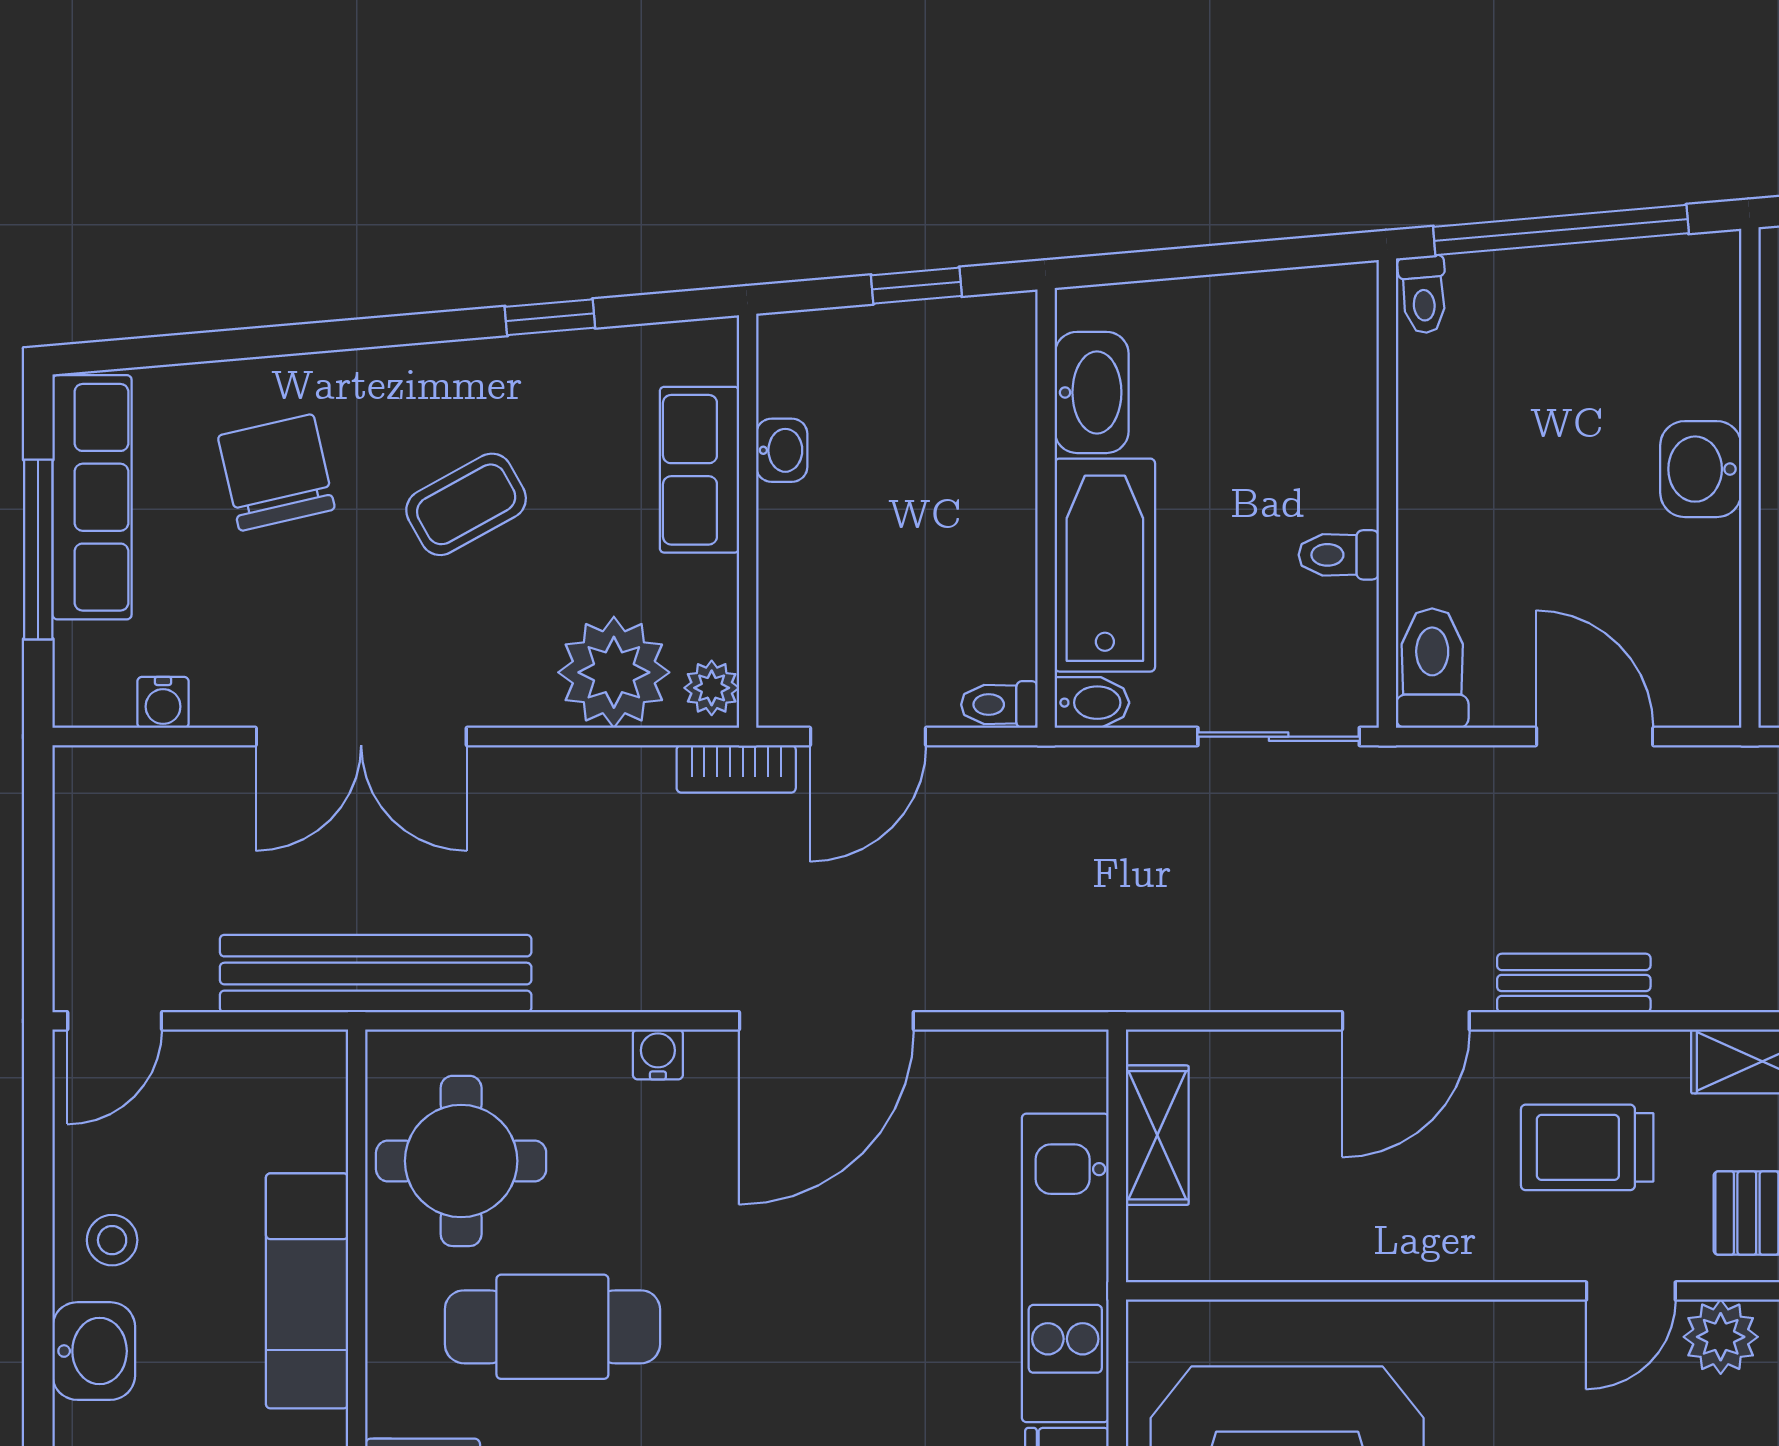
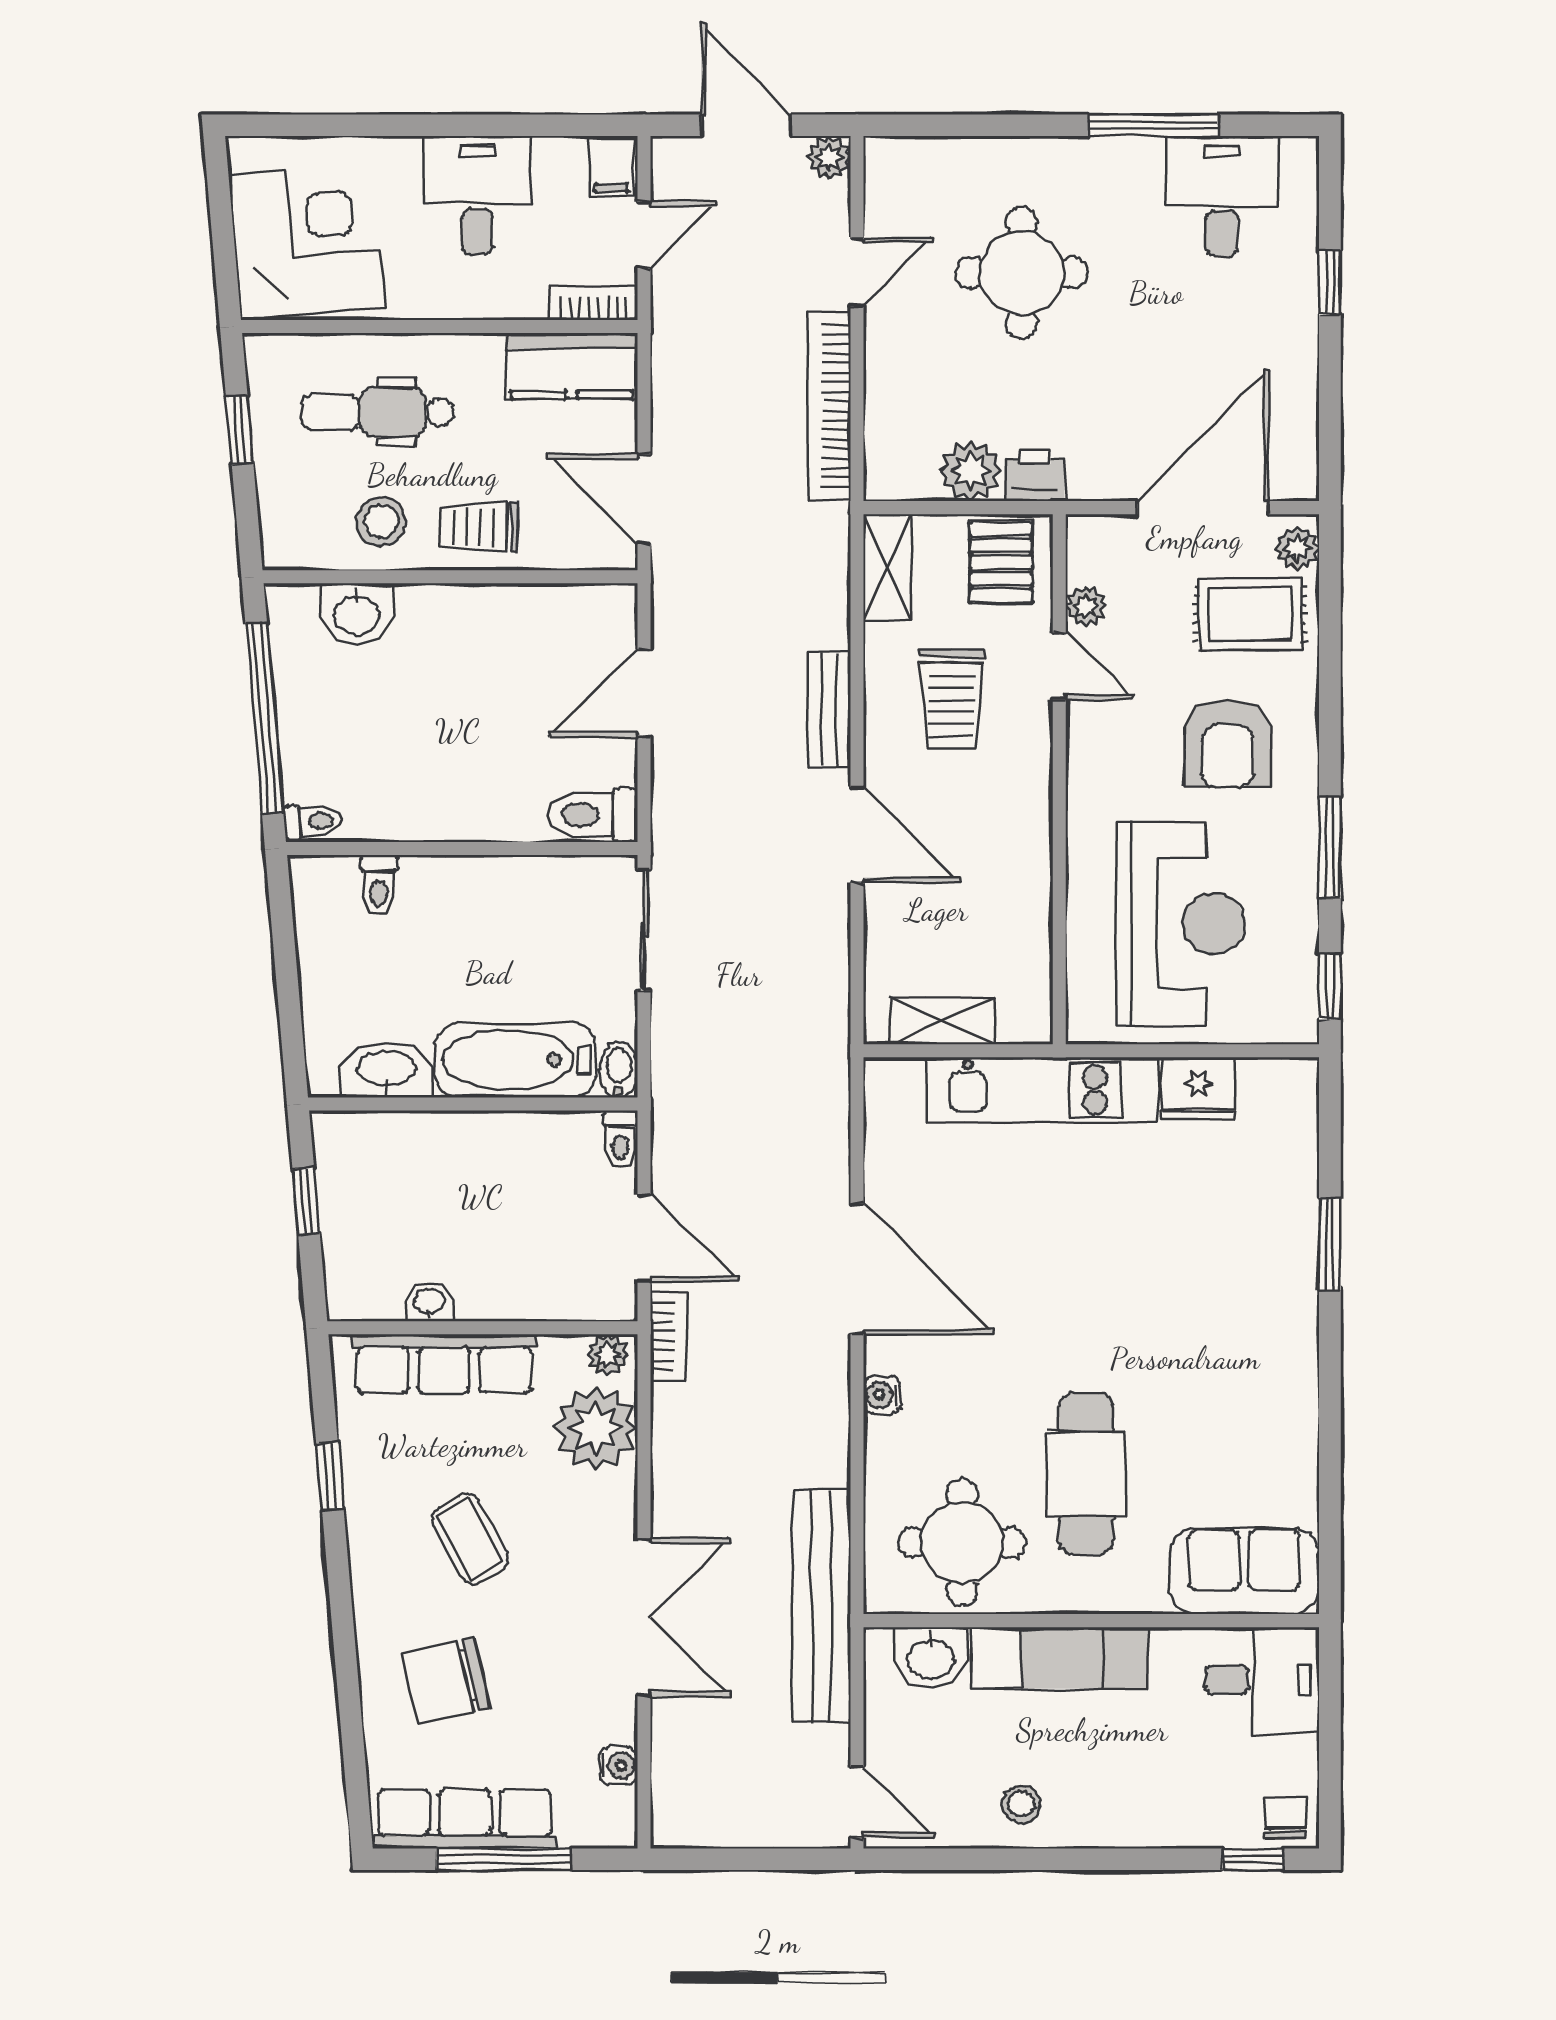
washbasin: (1701, 469) -> (357, 614), moved
row of seats: (699, 470) -> (444, 1364), width x1.48
toilet: (1339, 555) -> (379, 885), moved
plant: (1721, 1337) -> (1086, 606), width x0.73, depth x0.73
washbasin: (94, 1351) -> (930, 1658), moved, turned 180

